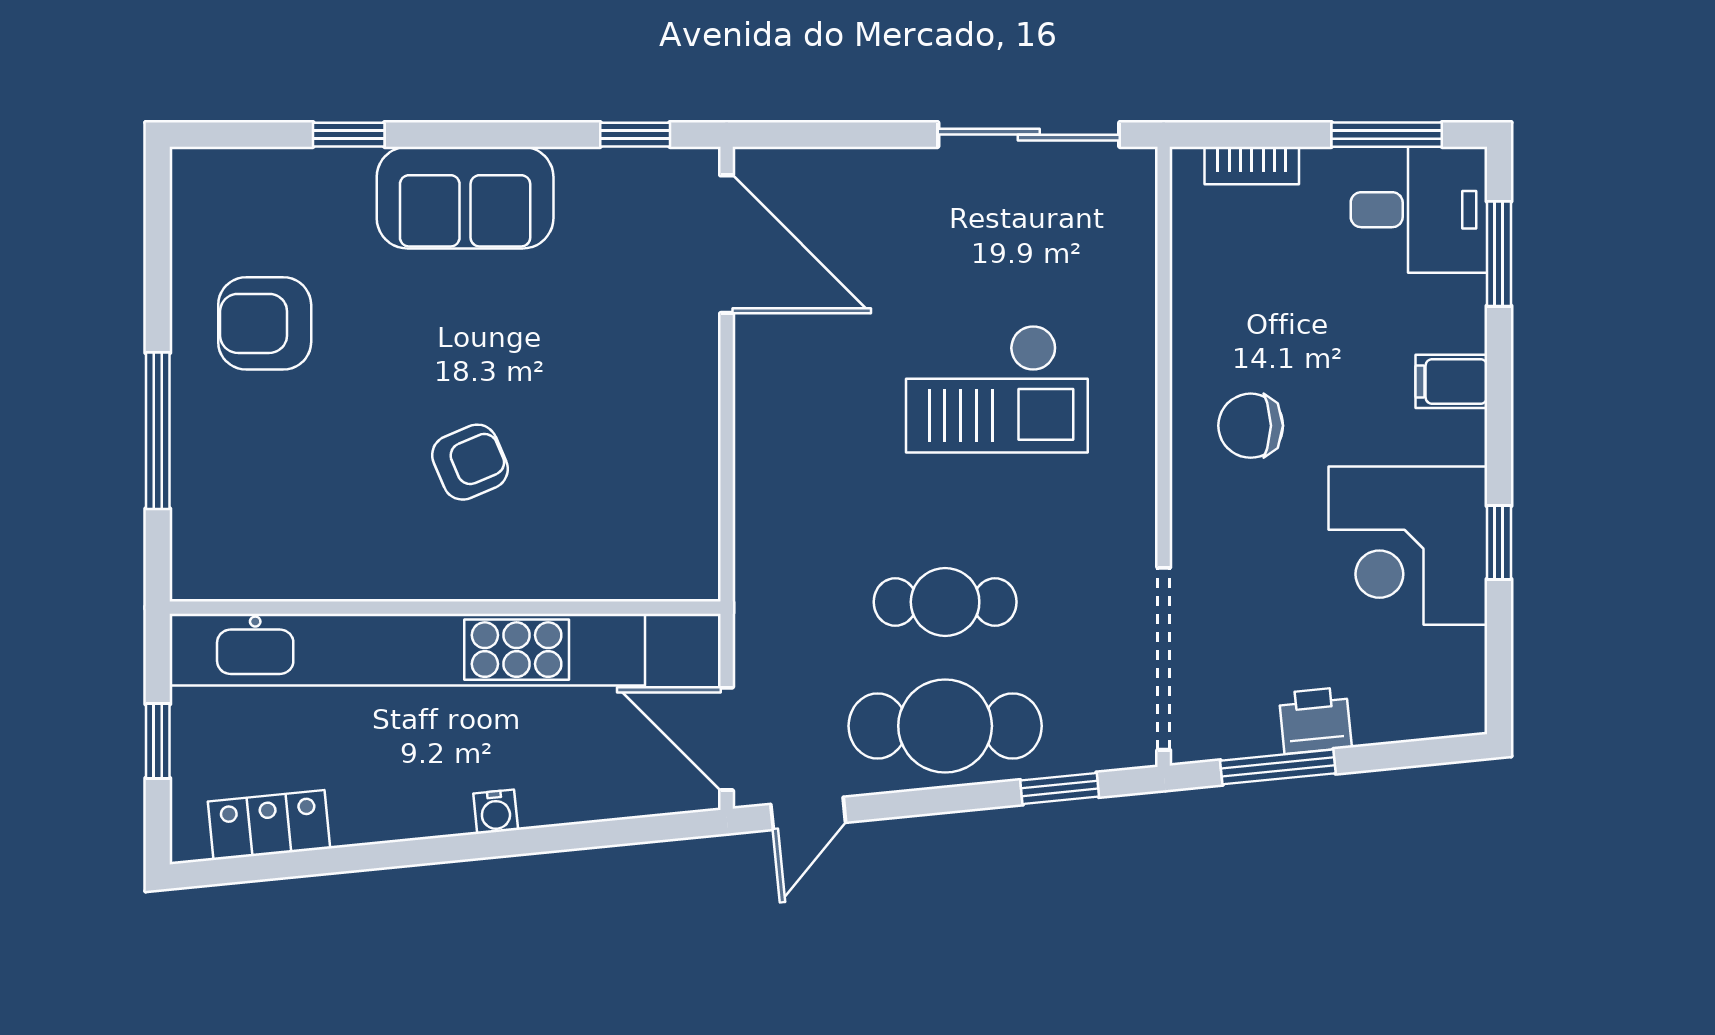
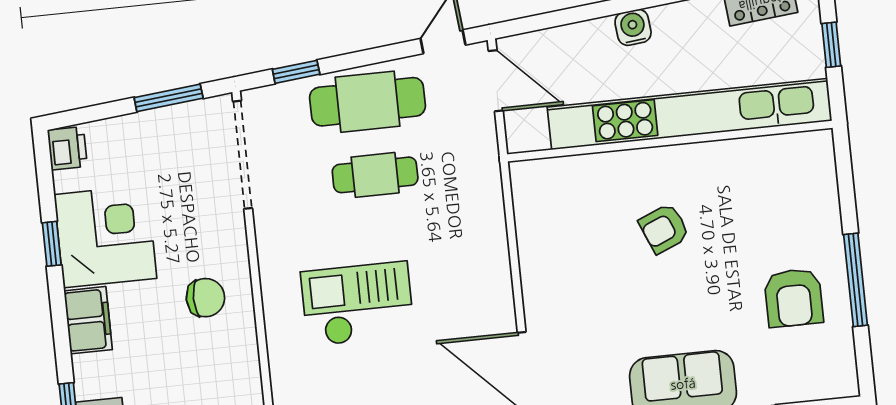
armchair: (265, 323) -> (794, 298), turned 90
filing cabinet: (1451, 381) -> (88, 320), width x2.00
window: (158, 431) -> (856, 280), moved
printer: (1315, 720) -> (67, 148), moved, turned -84
water cooler: (496, 812) -> (633, 27), width x1.38, depth x1.38

